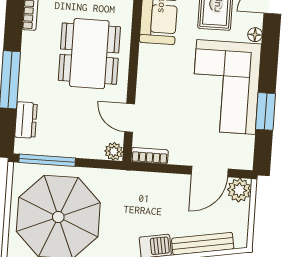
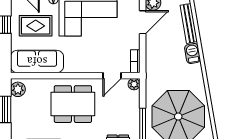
door: (210, 172) -> (143, 22), hinge flipped

